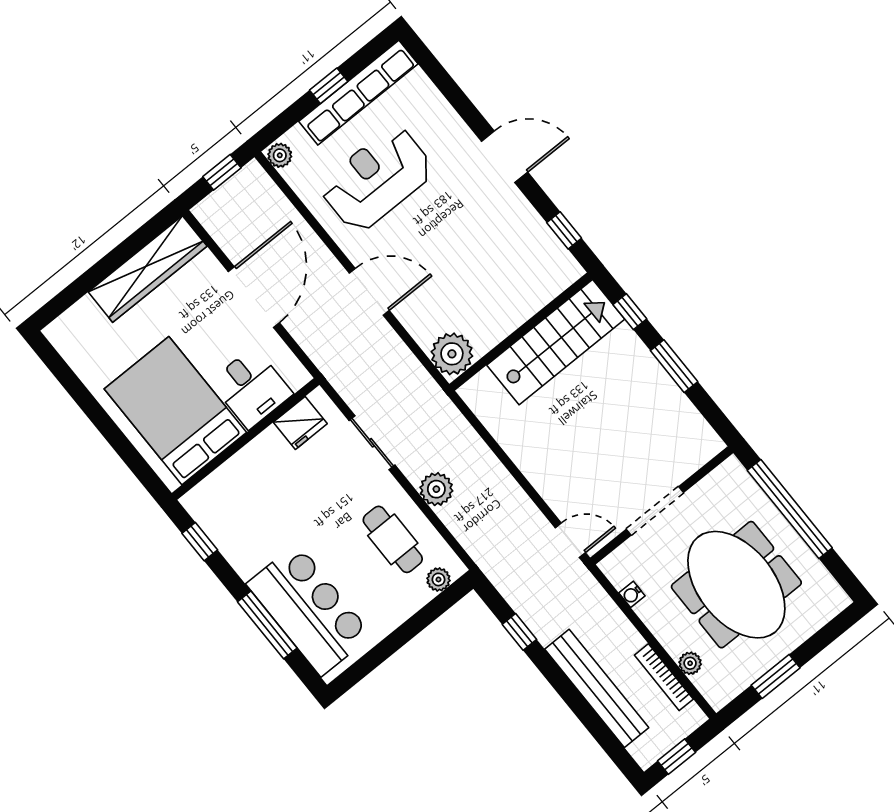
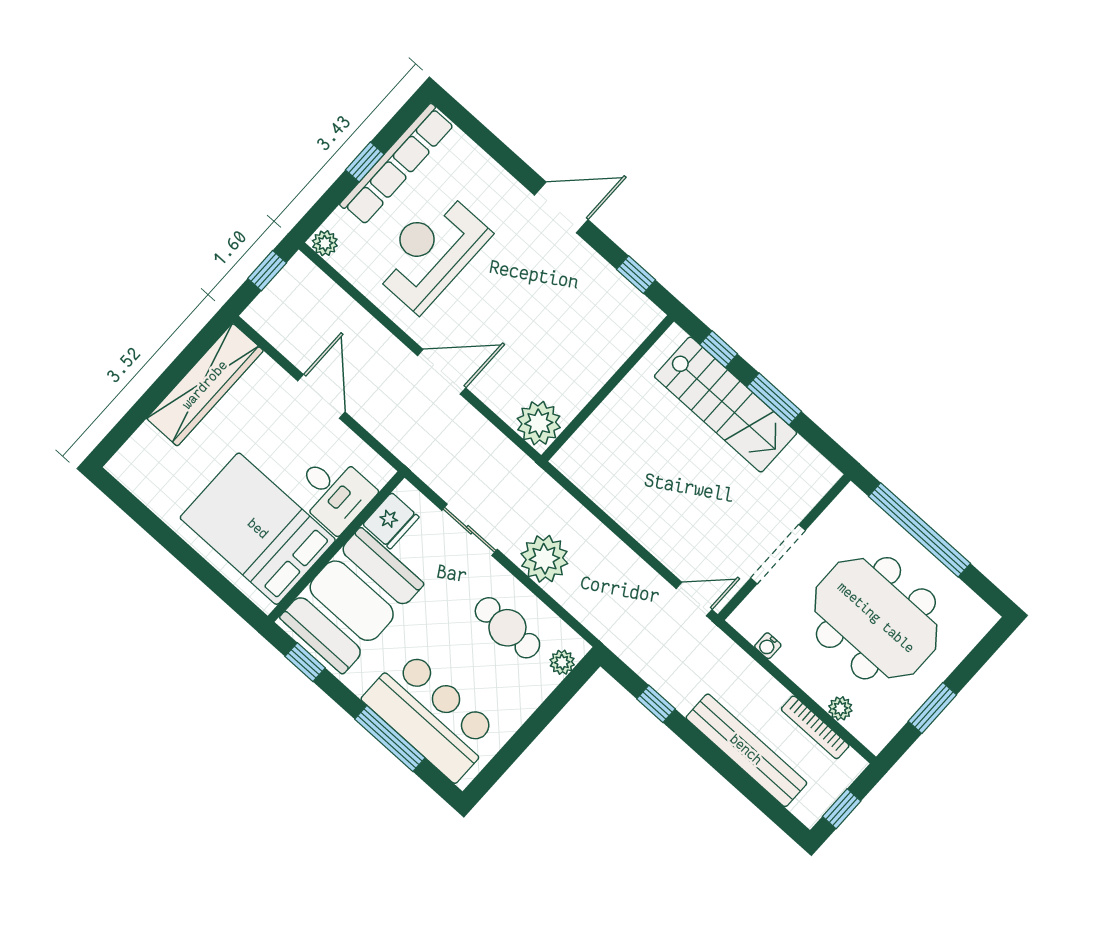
door: (254, 297) -> (321, 396), width x0.73
stairs: (556, 342) -> (726, 405), moved, turned 90
plant: (436, 489) -> (544, 559), width x1.36, depth x1.36
booth: (252, 491) -> (352, 601), added

